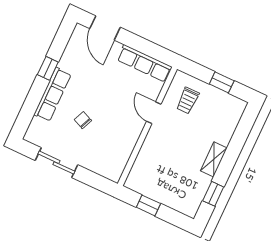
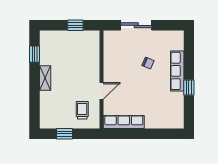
door: (105, 28) -> (162, 134), removed
door: (154, 113) -> (102, 91), hinge flipped
sliding door: (56, 163) -> (136, 25), moved

